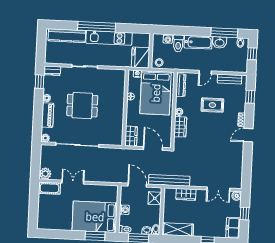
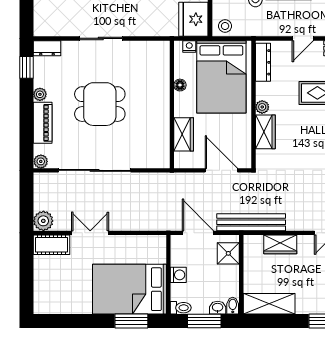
wardrobe: (131, 136) -> (184, 134), moved

